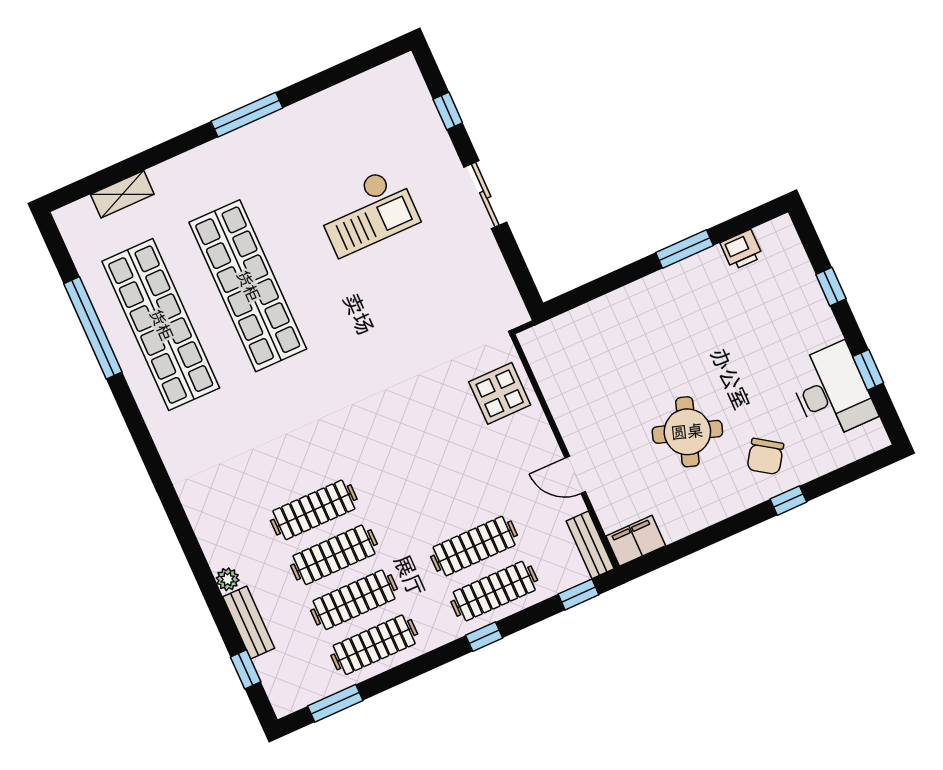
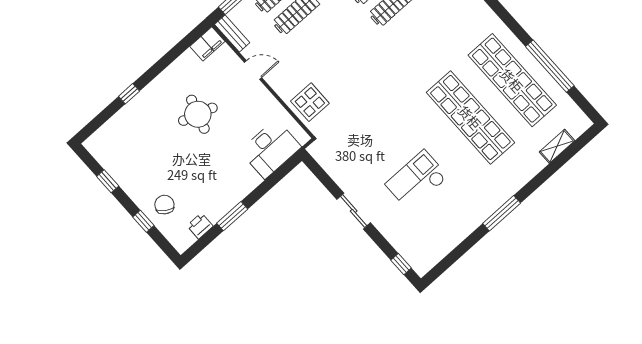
window: (448, 111) -> (401, 264), moved
desk: (832, 391) -> (270, 149), moved, turned -90
chair: (765, 456) -> (164, 205), moved

